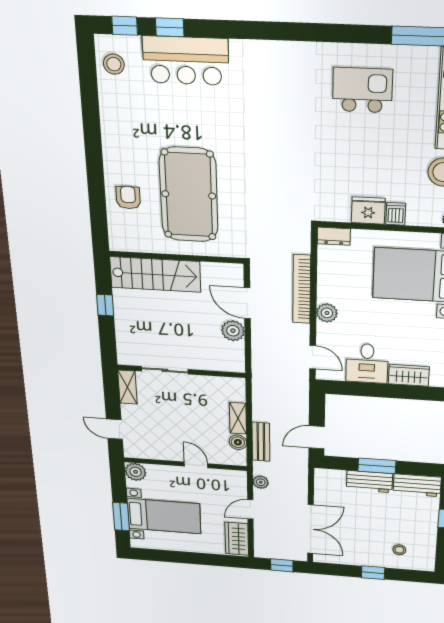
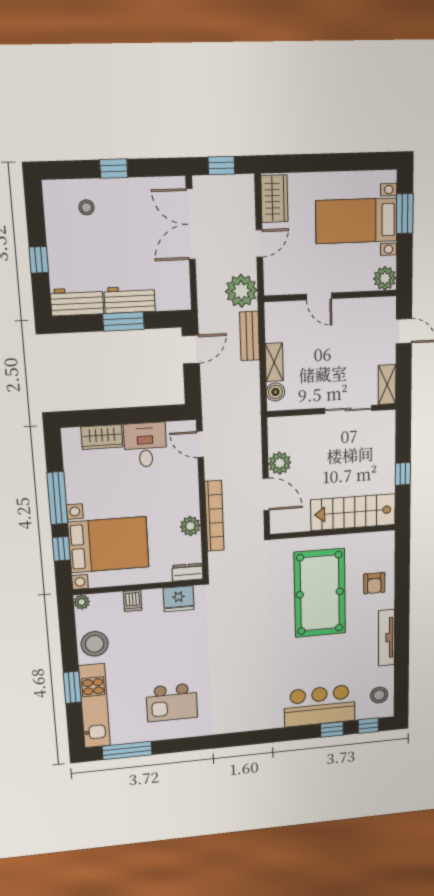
tv unit: (110, 134) -> (387, 638), added
fridge: (368, 211) -> (179, 599), moved
plant: (327, 313) -> (190, 526), moved
boiler: (238, 442) -> (275, 392), moved
plant: (261, 482) -> (241, 291), width x1.87, depth x1.87

